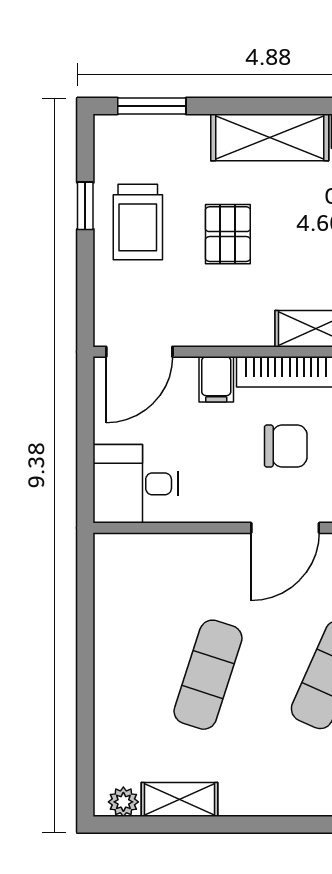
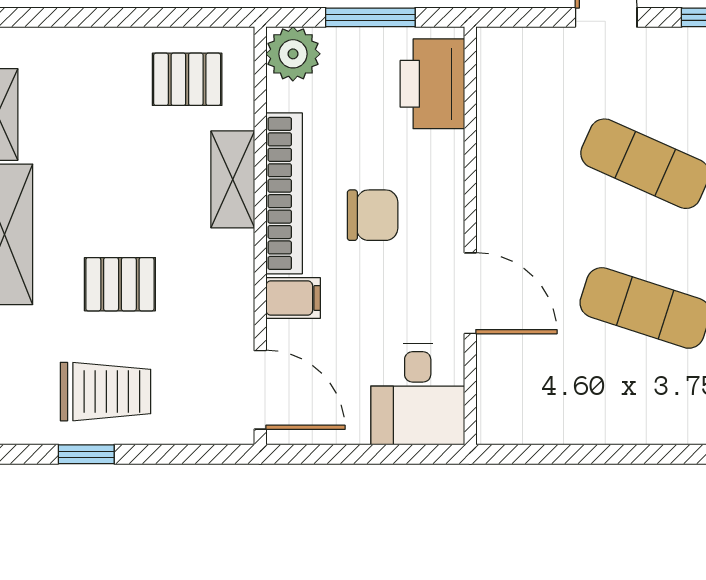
chair: (286, 446) -> (373, 215), turned 90
door: (285, 528) -> (470, 293), moved

